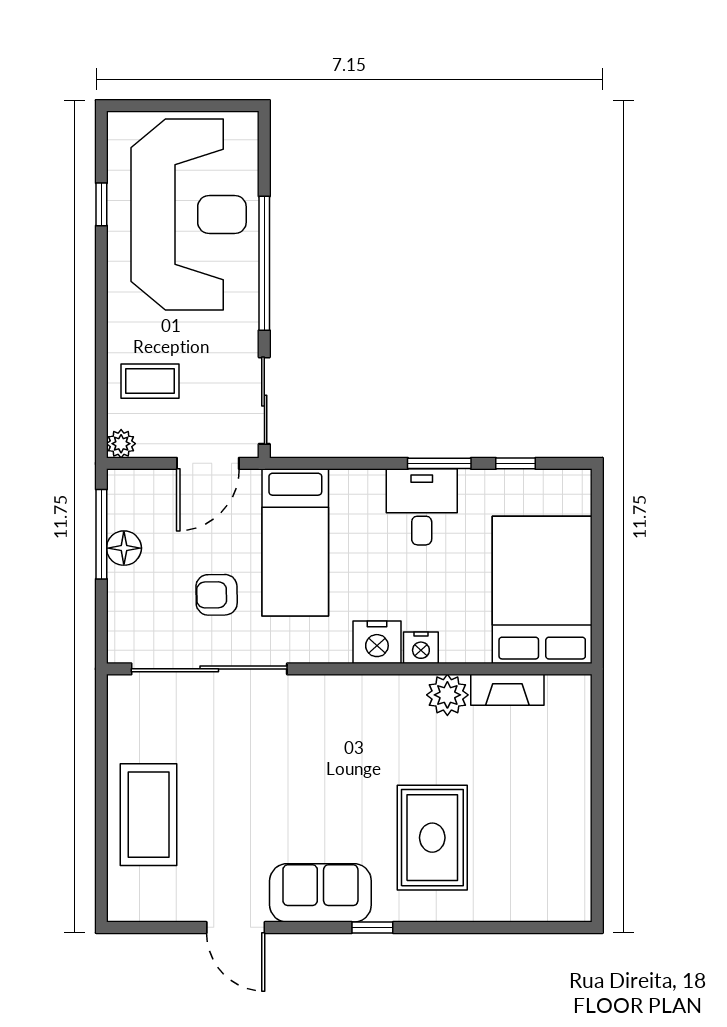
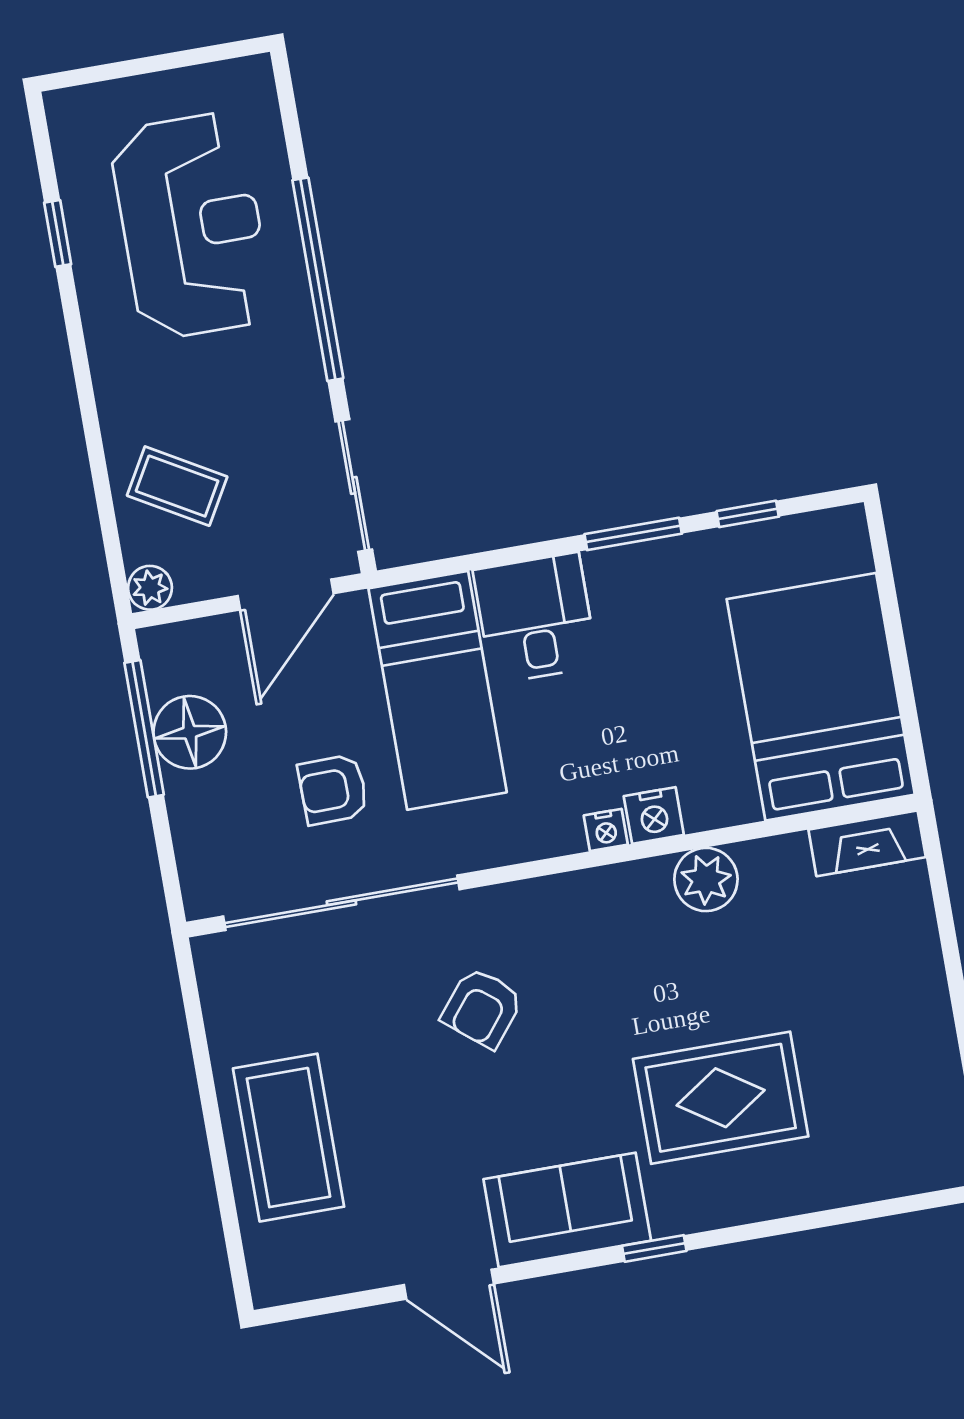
reception desk: (189, 214) -> (191, 226), width x0.74, depth x0.77
coffee table: (150, 381) -> (177, 486), turned 30
desk: (422, 507) -> (535, 618), moved
floor lamp: (124, 548) -> (190, 732), width x1.38, depth x1.38
nightstand: (377, 642) -> (606, 830), width x0.53, depth x0.56
fireplace: (507, 690) -> (867, 843), moved
armchair: (288, 753) -> (482, 1008), added
rug: (432, 838) -> (721, 1098), turned 90

